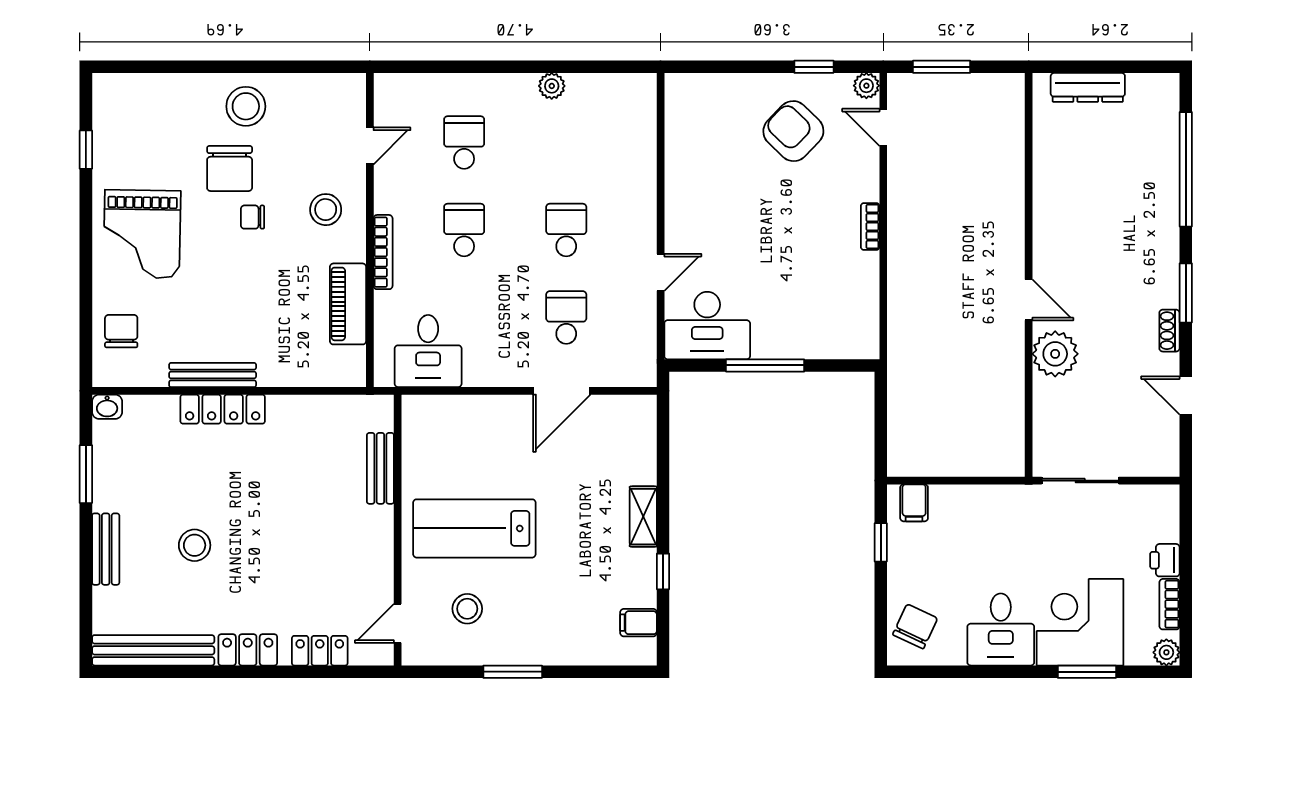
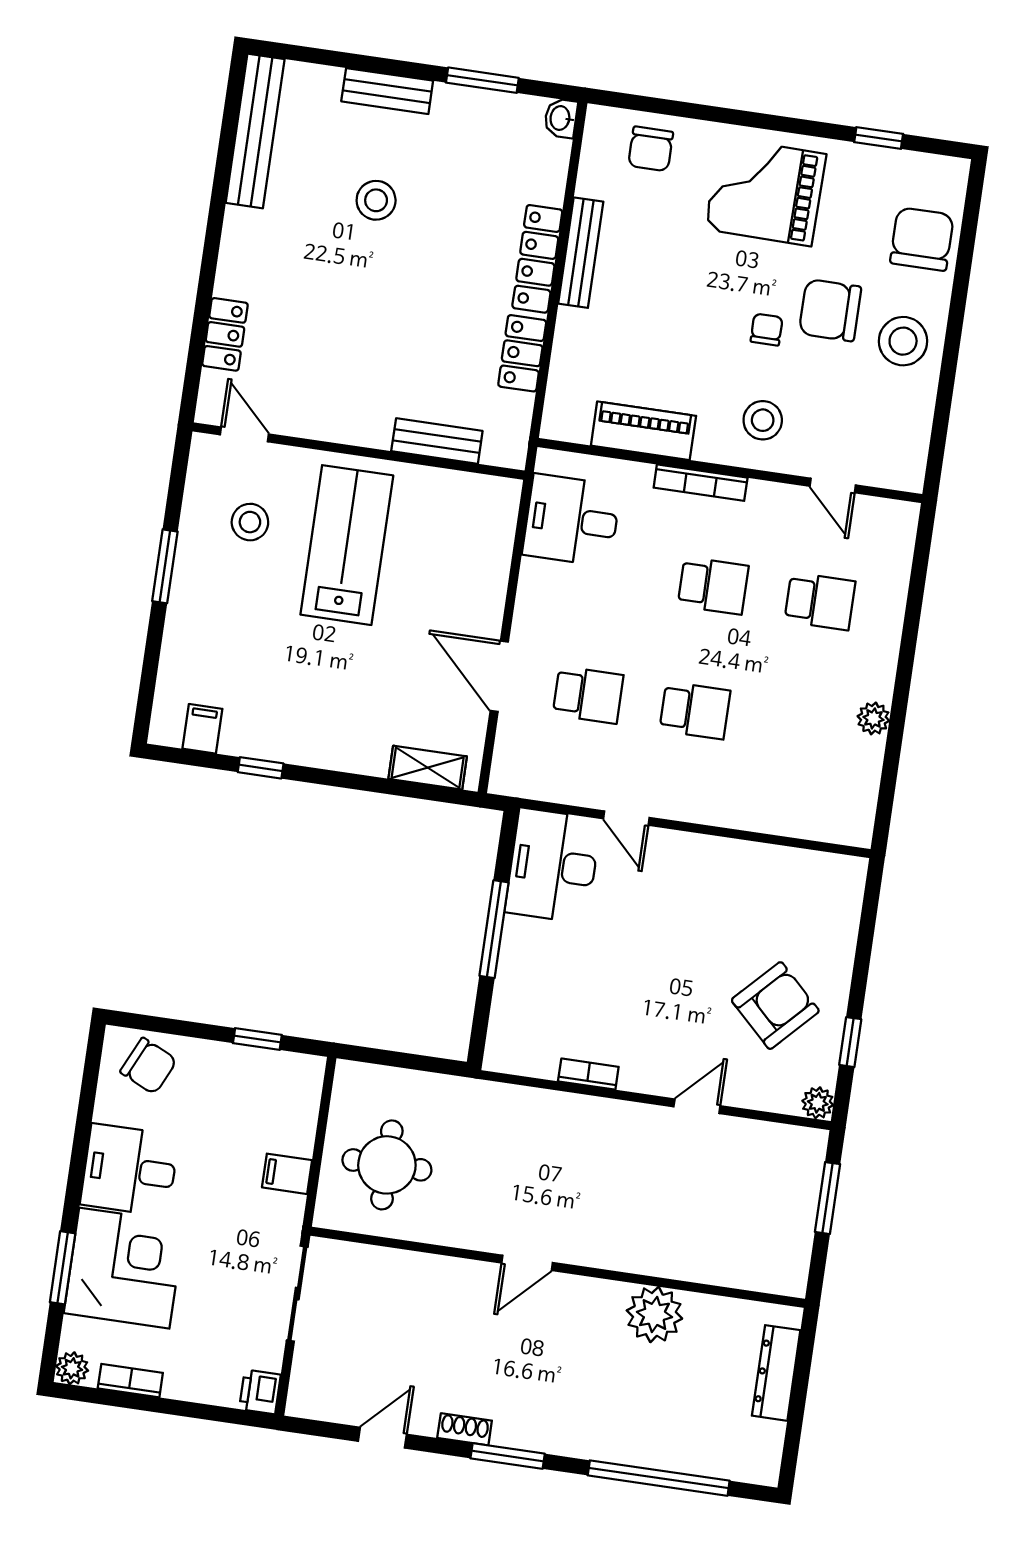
chair: (162, 103) -> (922, 239), added
door: (883, 127) -> (697, 1106), moved
bookcase: (870, 226) -> (588, 1074), moved
chair: (121, 331) -> (651, 149), turned 90
plant: (1055, 354) -> (654, 1314), moved
round table: (967, 424) -> (387, 1165), added
filing cabinet: (914, 503) -> (287, 1174), moved
shelving: (643, 517) -> (428, 768), moved
printer: (1165, 560) -> (260, 1392), moved, turned -90
locker: (248, 650) -> (522, 353), moved, turned 180

